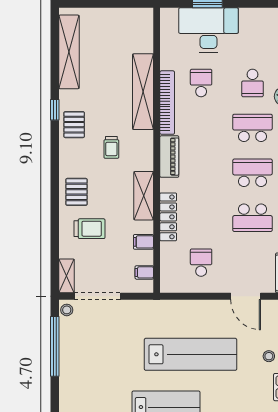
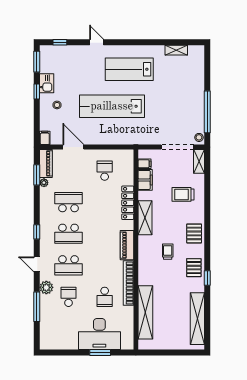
shelving: (143, 92) -> (145, 312), moved
pallet: (77, 192) -> (194, 233), moved
filing cabinet: (143, 242) -> (145, 180), width x2.00
school desk: (201, 263) -> (105, 171), turned 180

